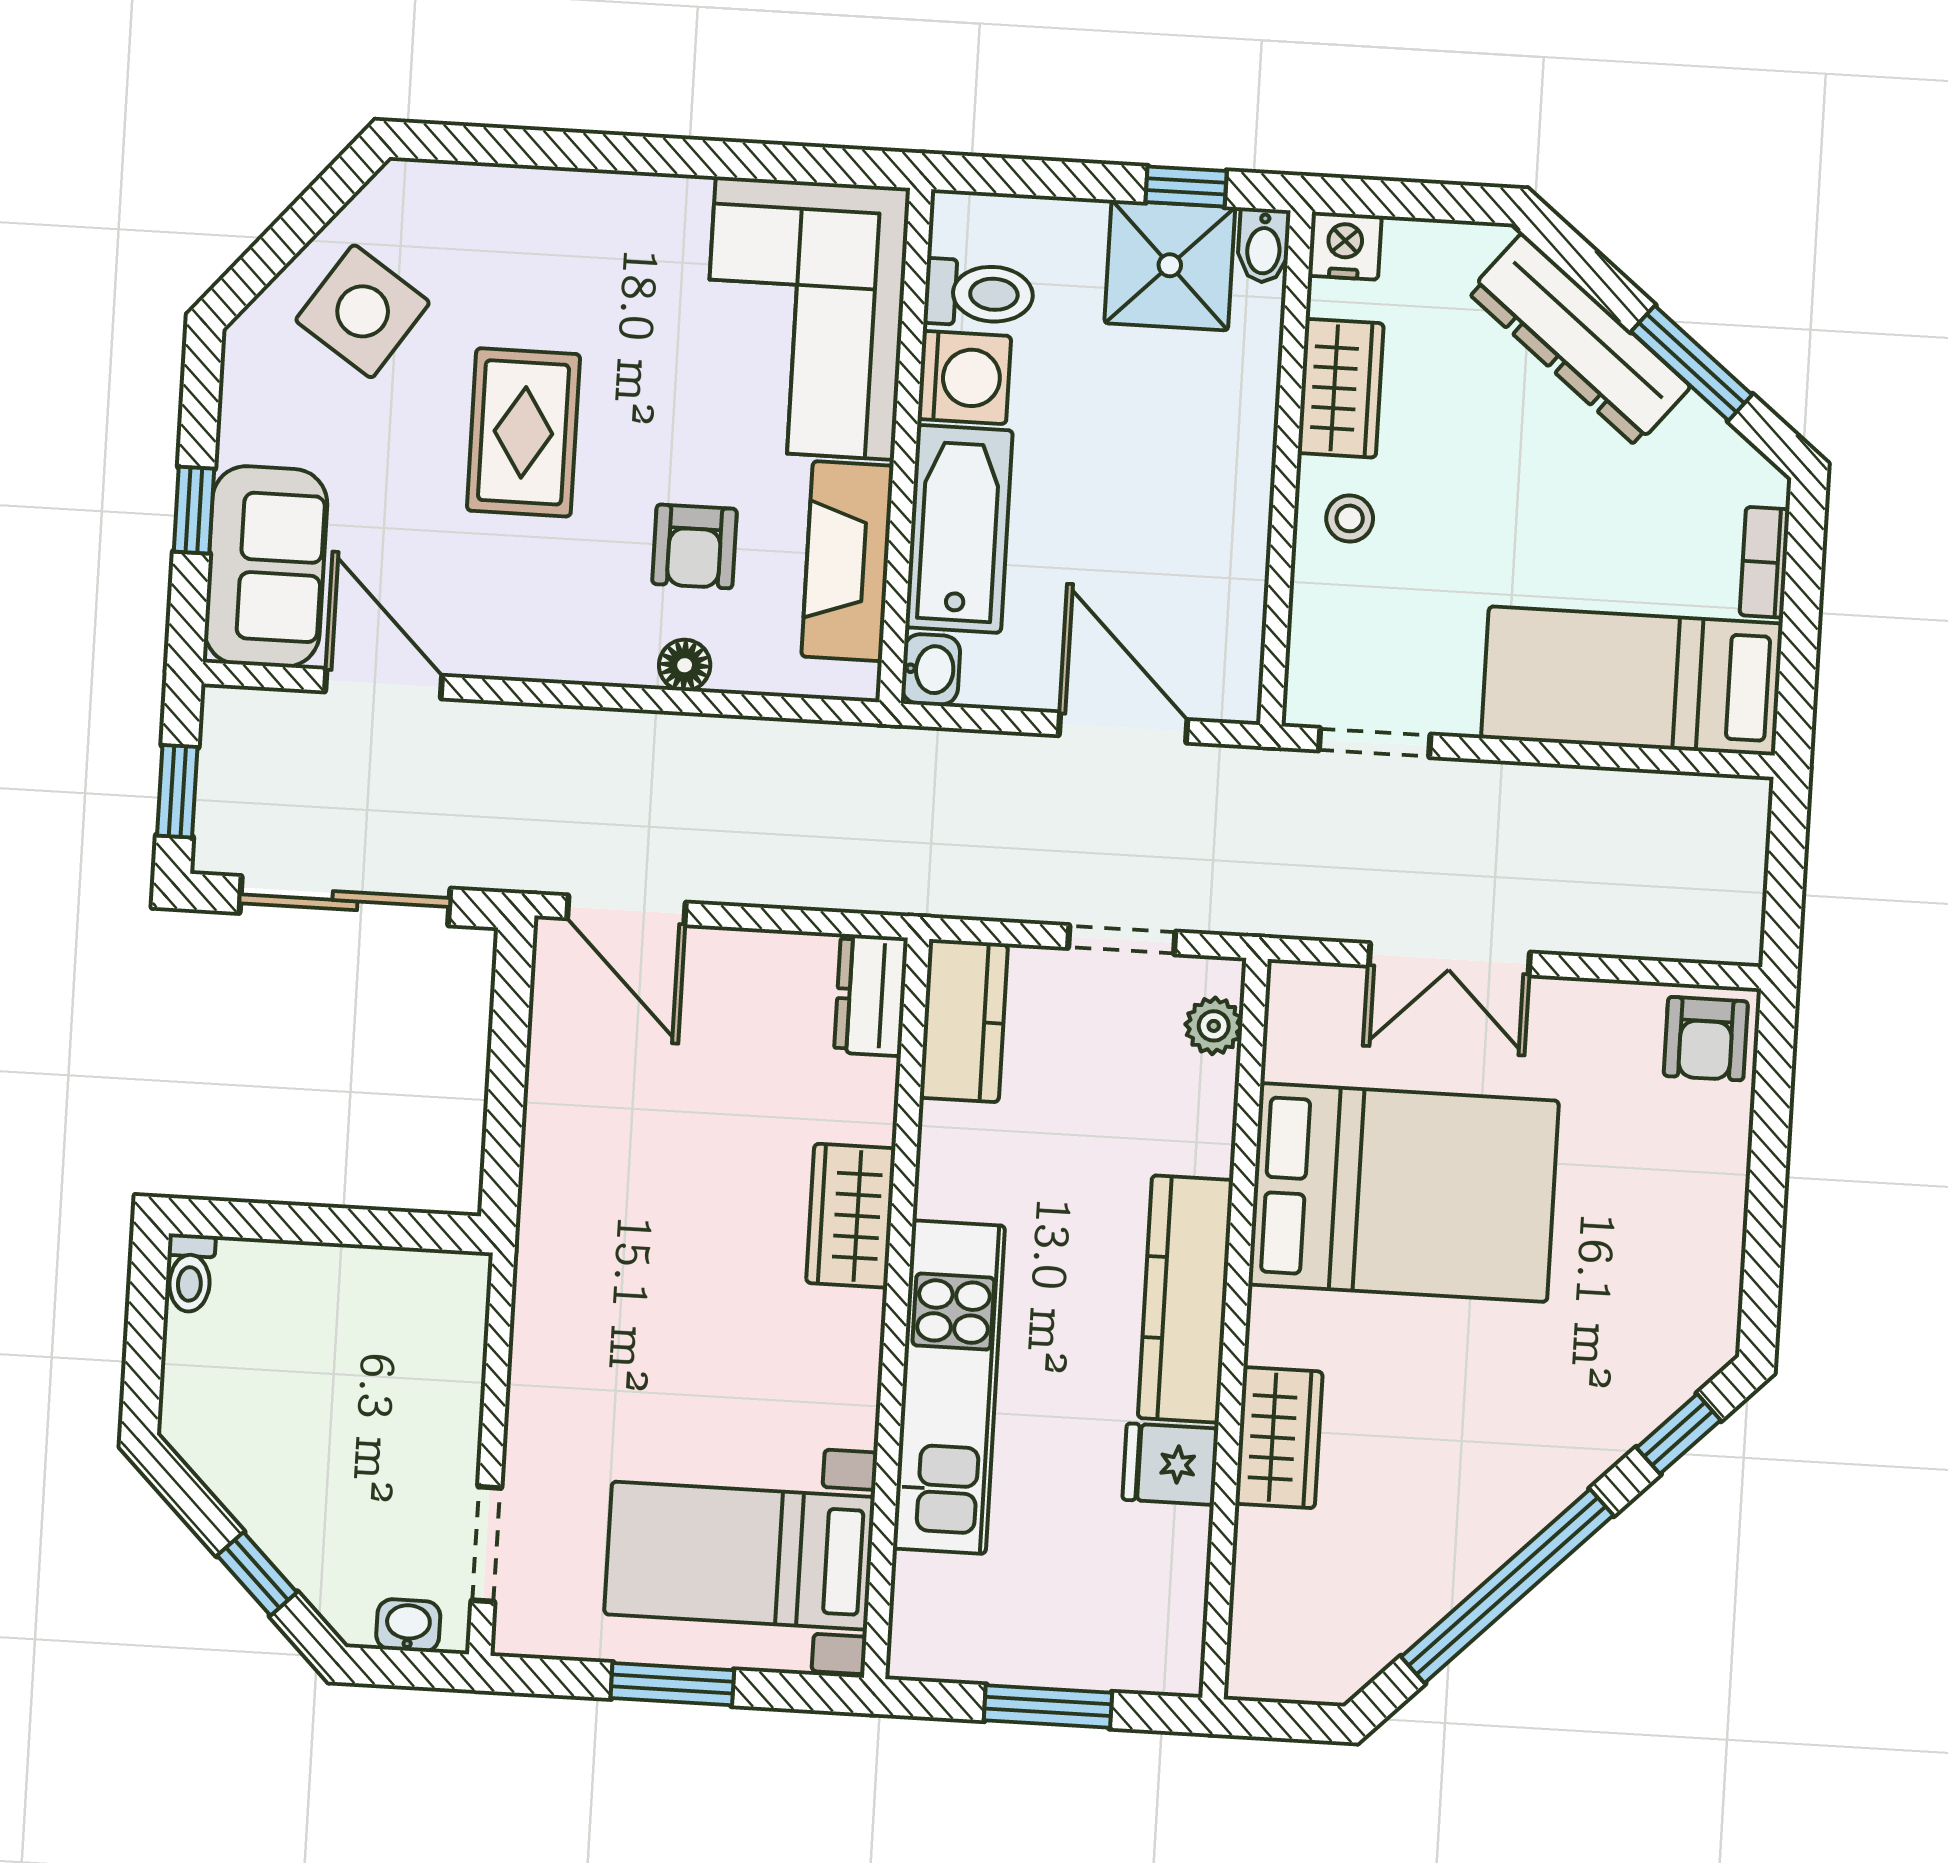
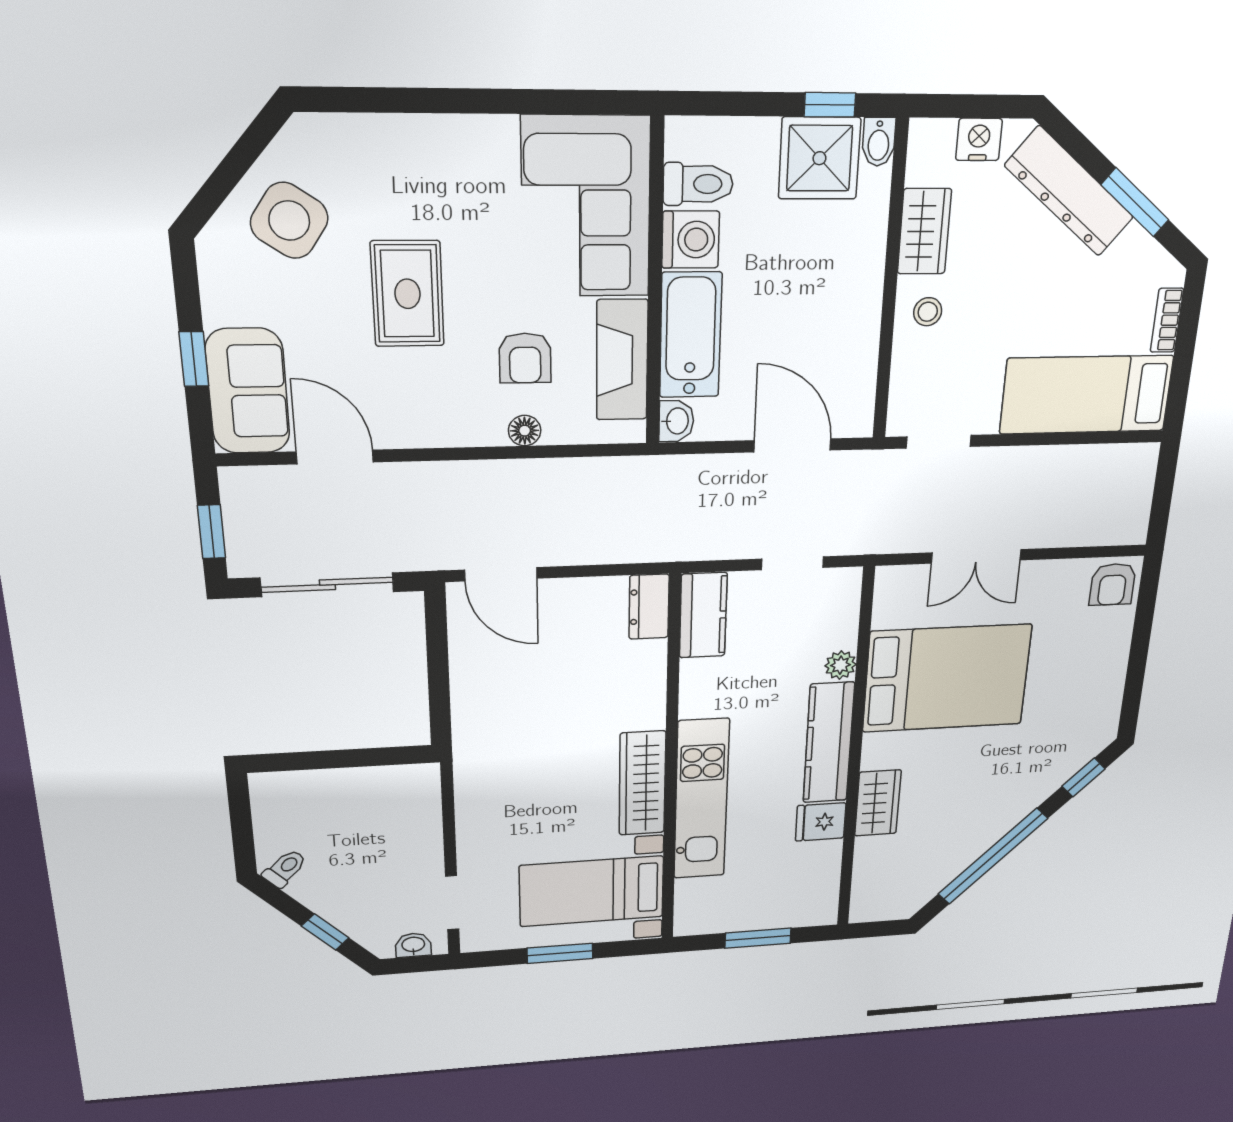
nightstand: (1345, 246) -> (979, 139), moved
plant: (1214, 1026) -> (840, 665), moved
wardrobe: (851, 1216) -> (642, 783), moved, width x1.50
toilet: (190, 1273) -> (285, 868), moved, turned -135

